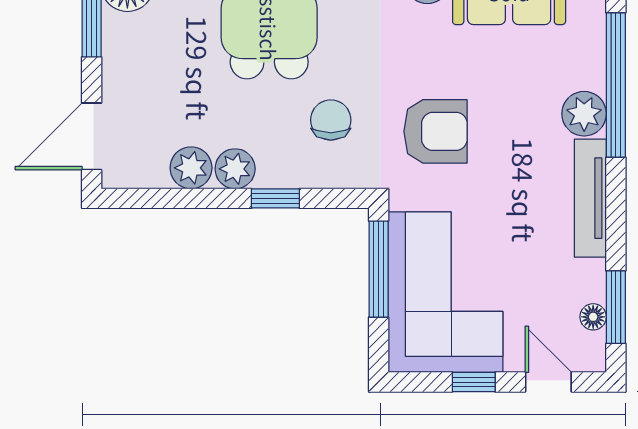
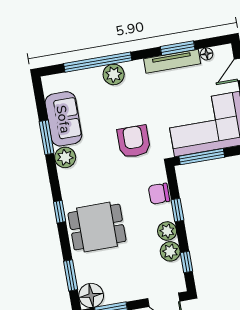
chair: (331, 120) -> (159, 194), moved
window: (163, 198) -> (187, 262), added
tv unit: (590, 198) -> (172, 61), moved
window: (616, 307) -> (178, 48), moved

